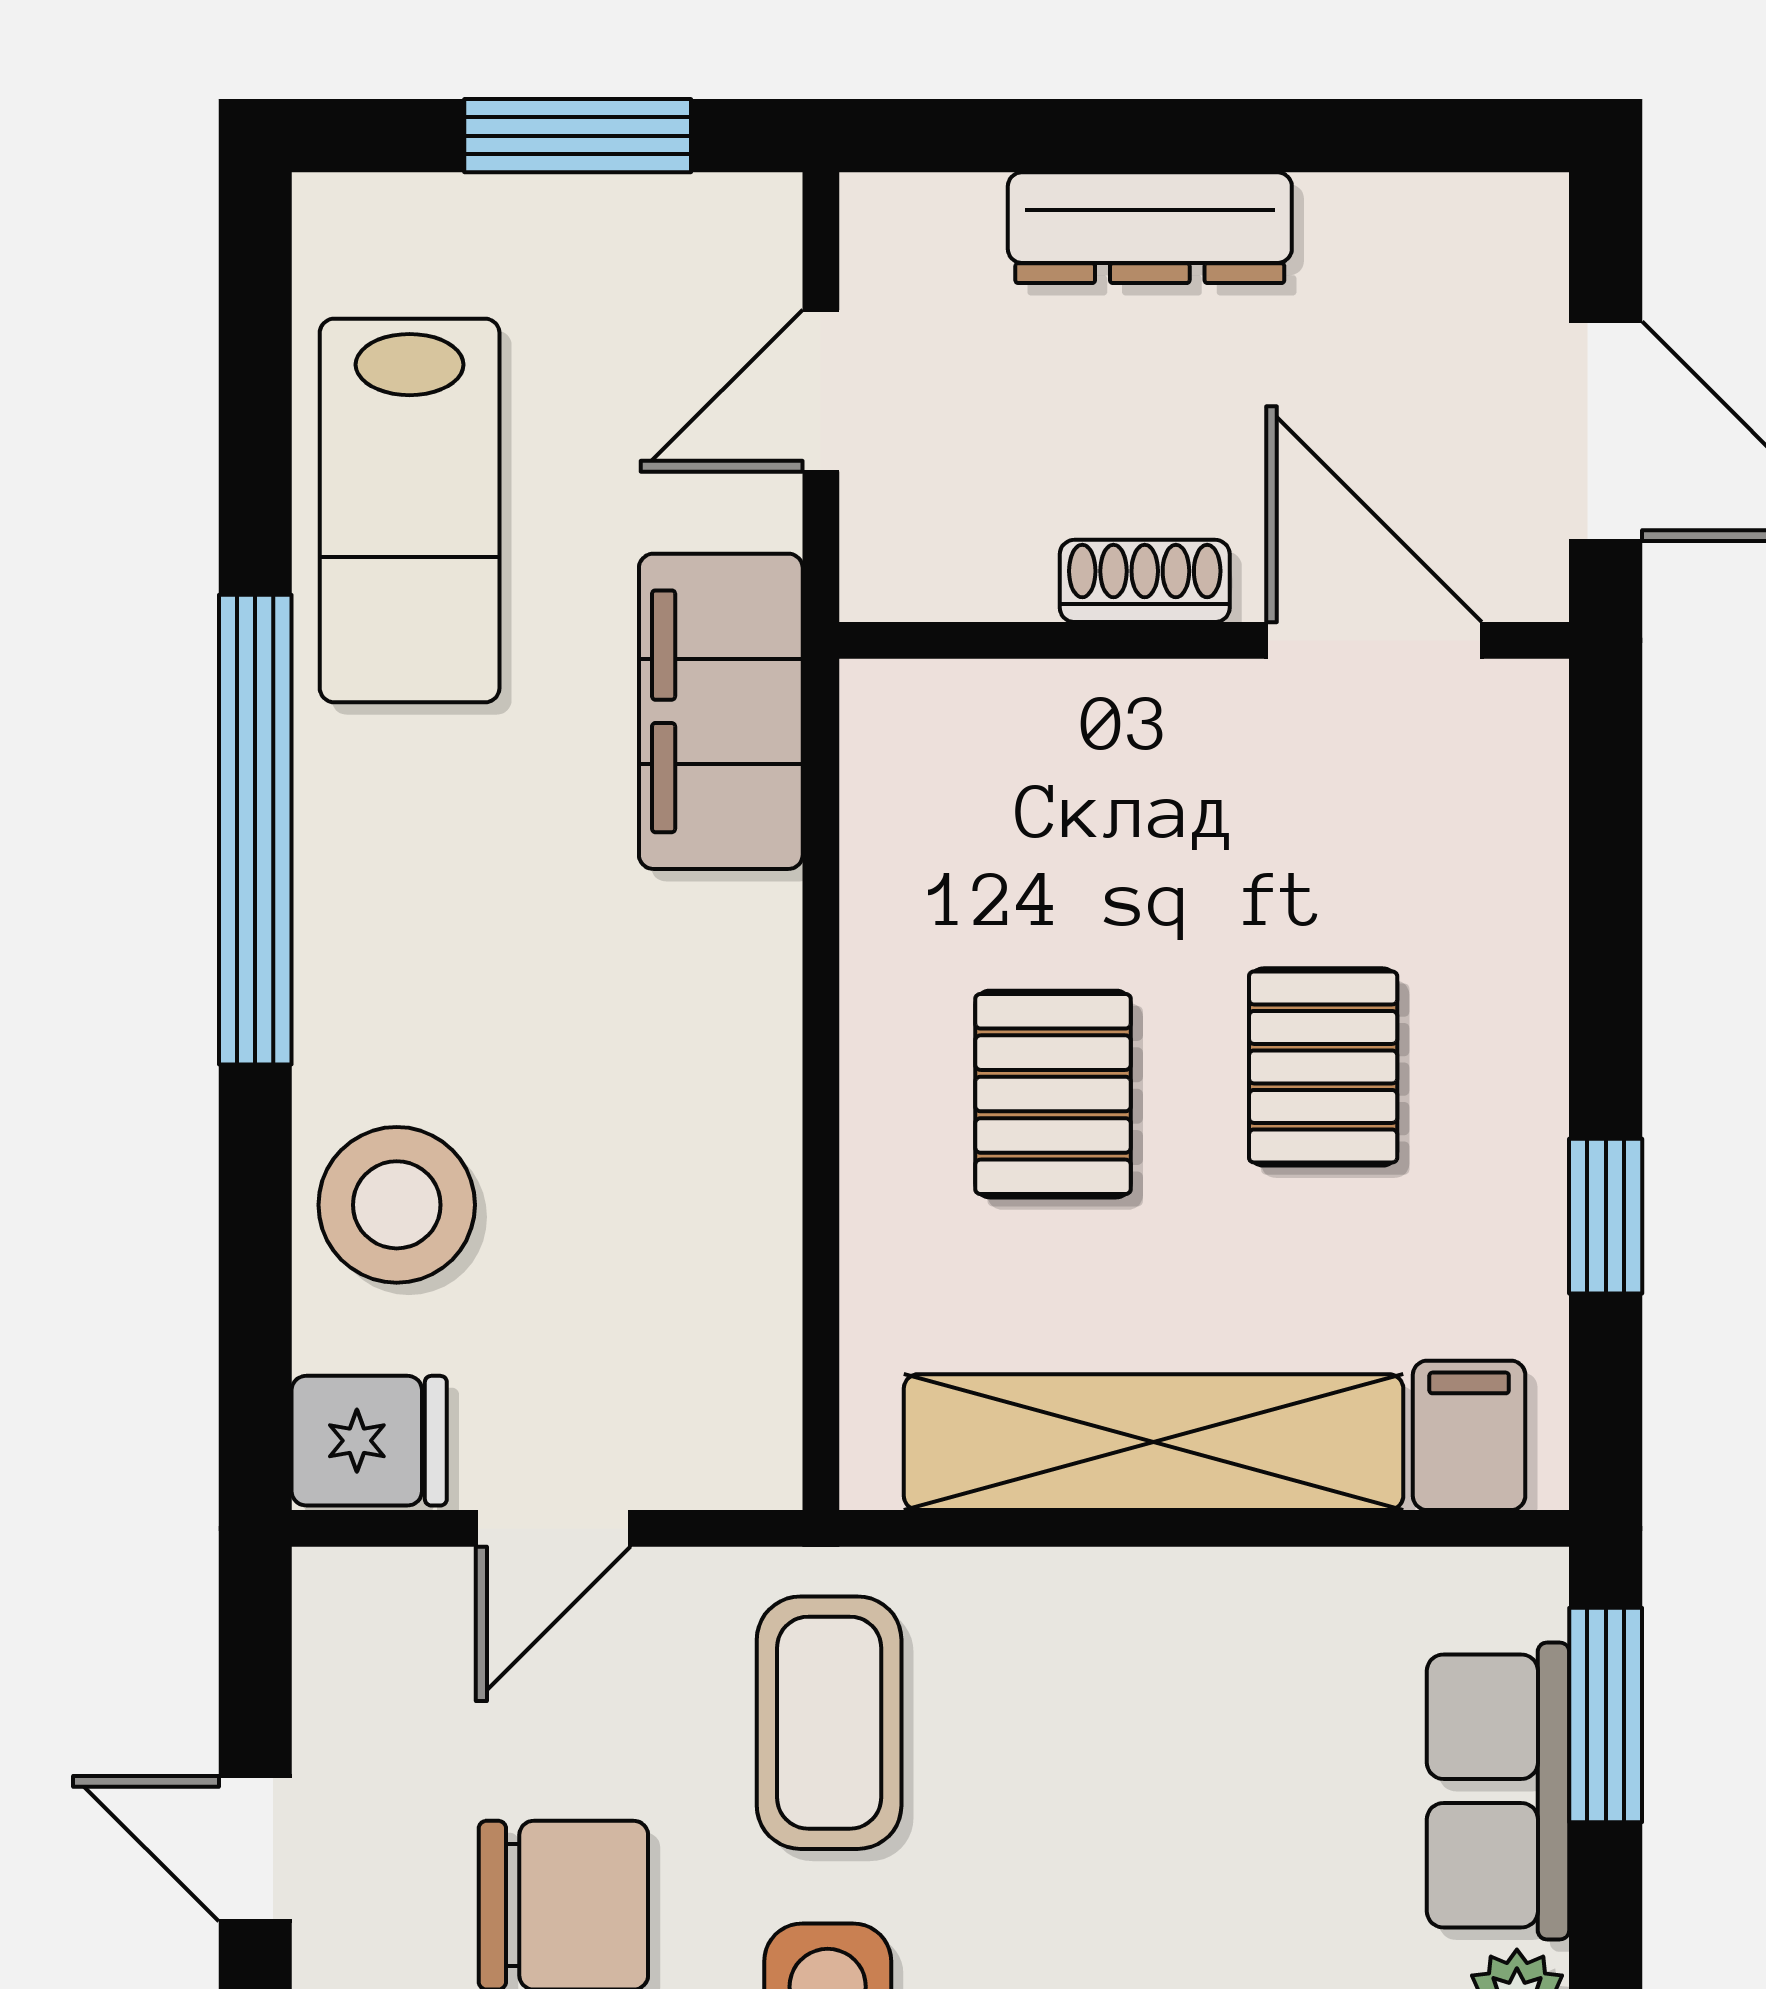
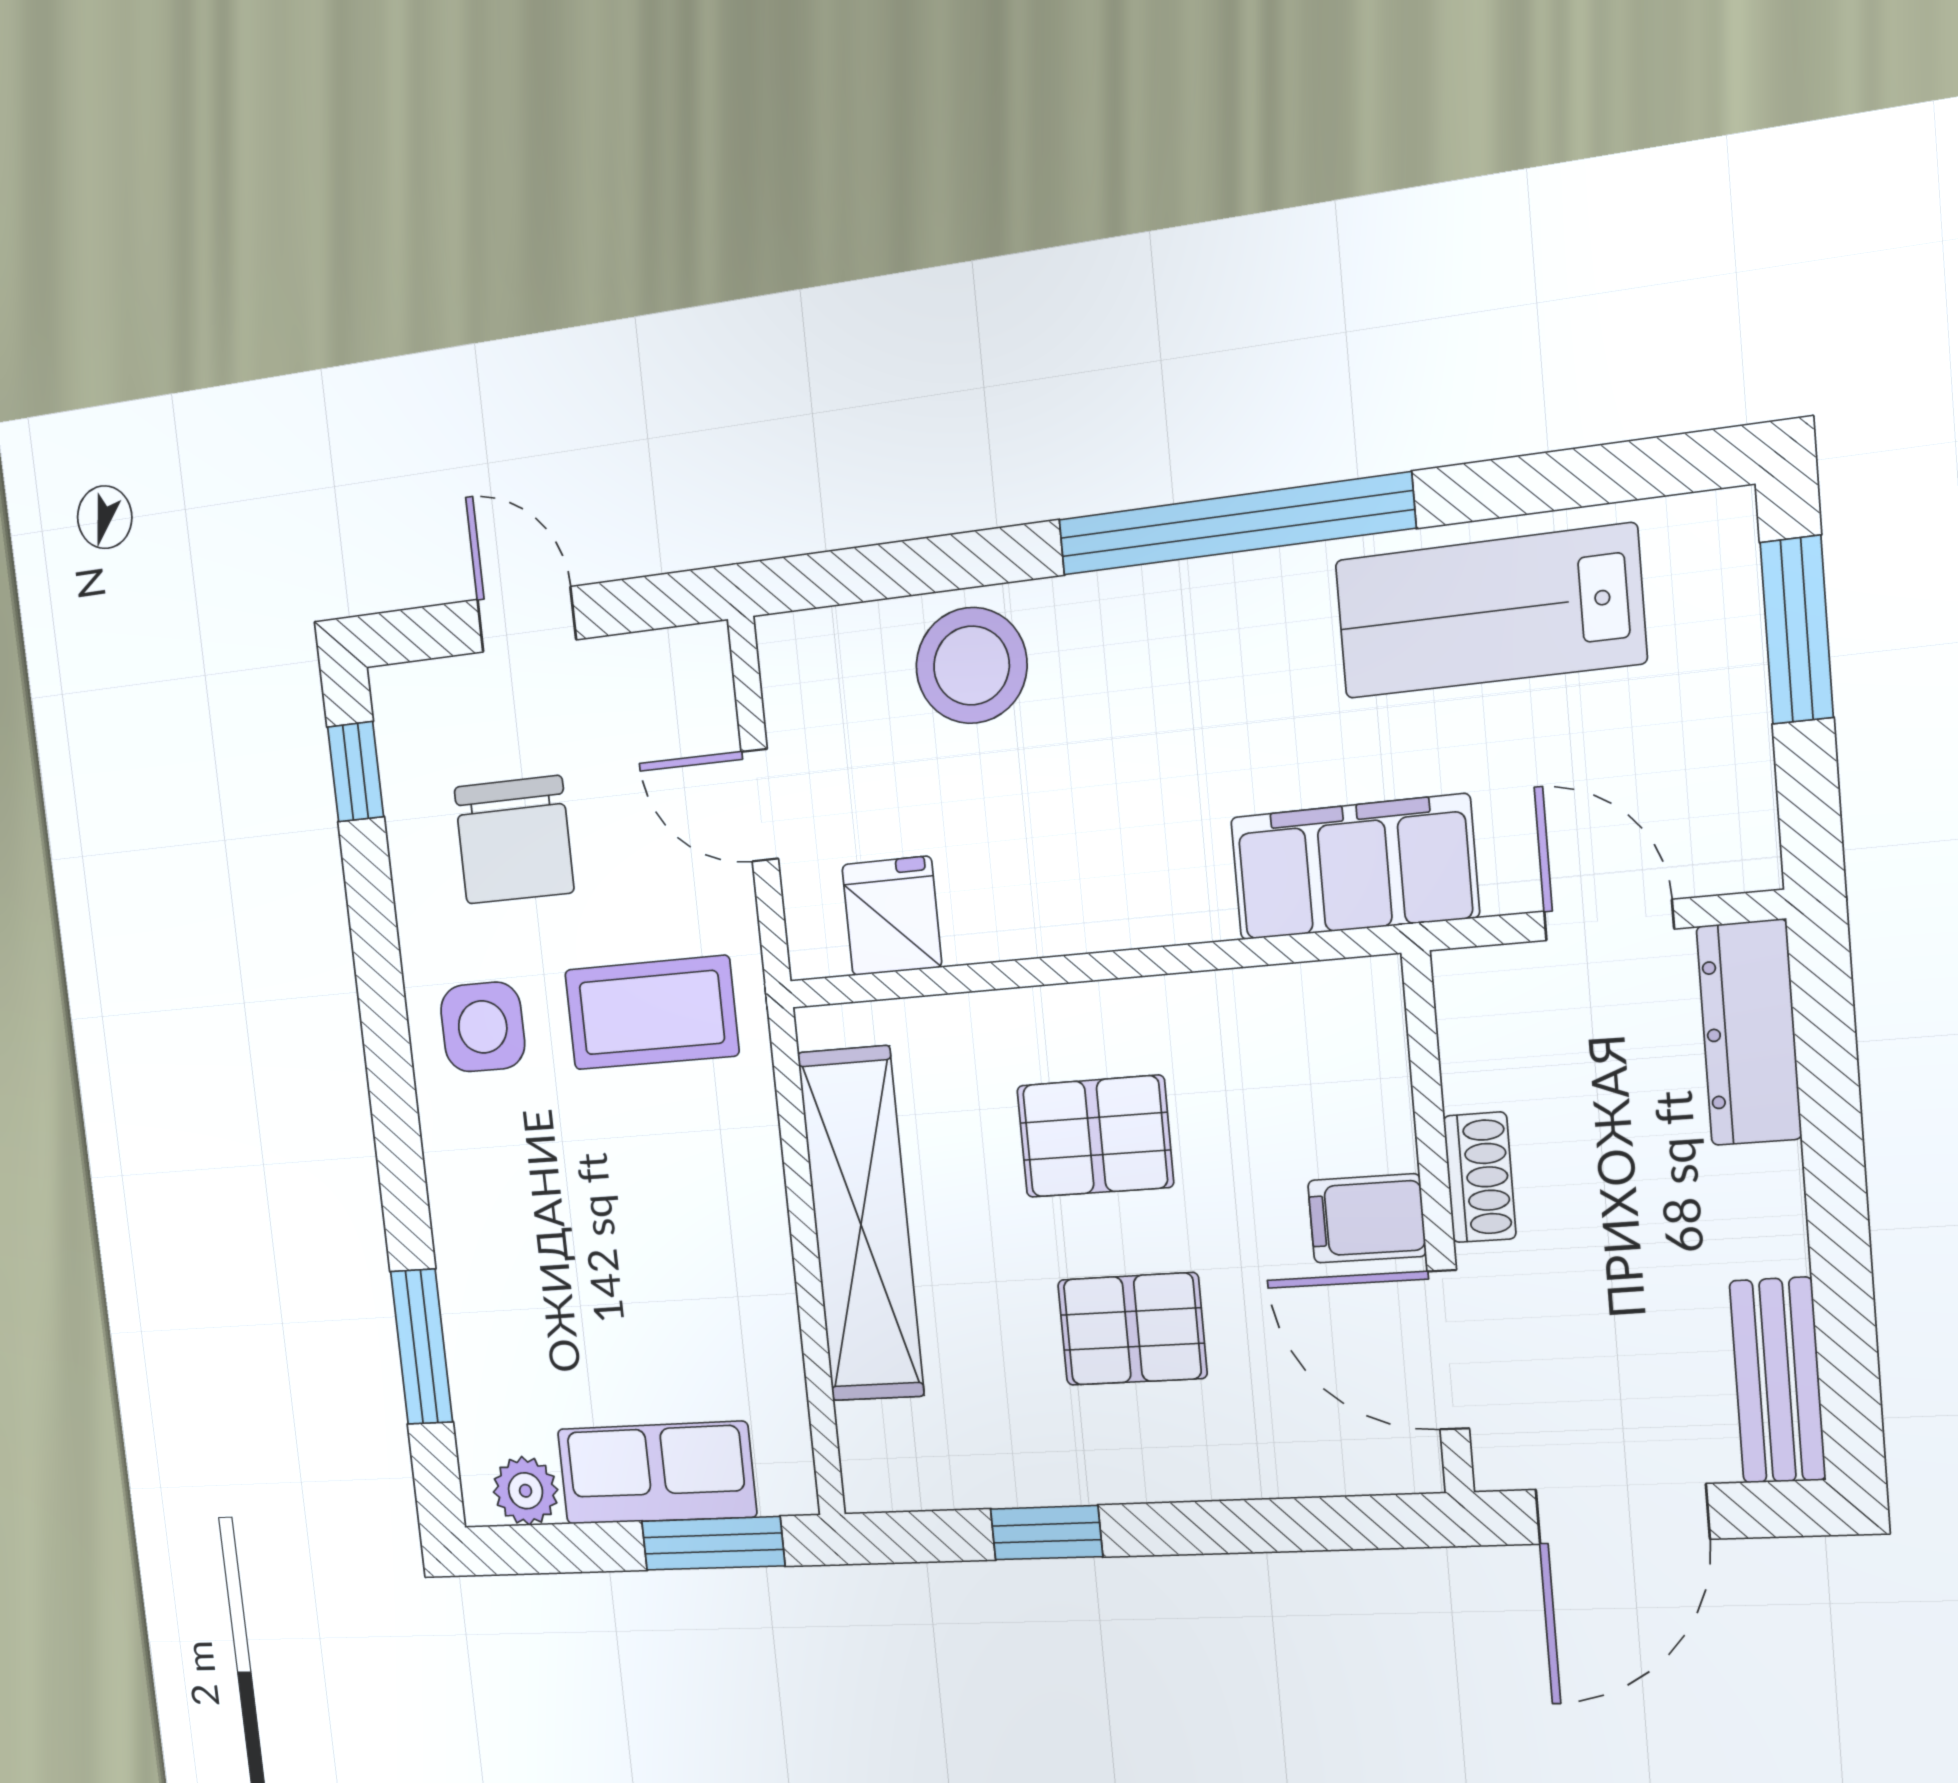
window: (578, 136) -> (1797, 630), moved
bench: (1435, 223) -> (1778, 1380), added
dresser: (1150, 228) -> (1749, 1033), moved
door: (1374, 640) -> (1448, 1350), swing flipped
filing cabinet: (1469, 1435) -> (1367, 1218), moved, turned 180
fridge: (369, 1441) -> (892, 916), moved, turned 180
door: (255, 1849) -> (527, 620), hinge flipped

